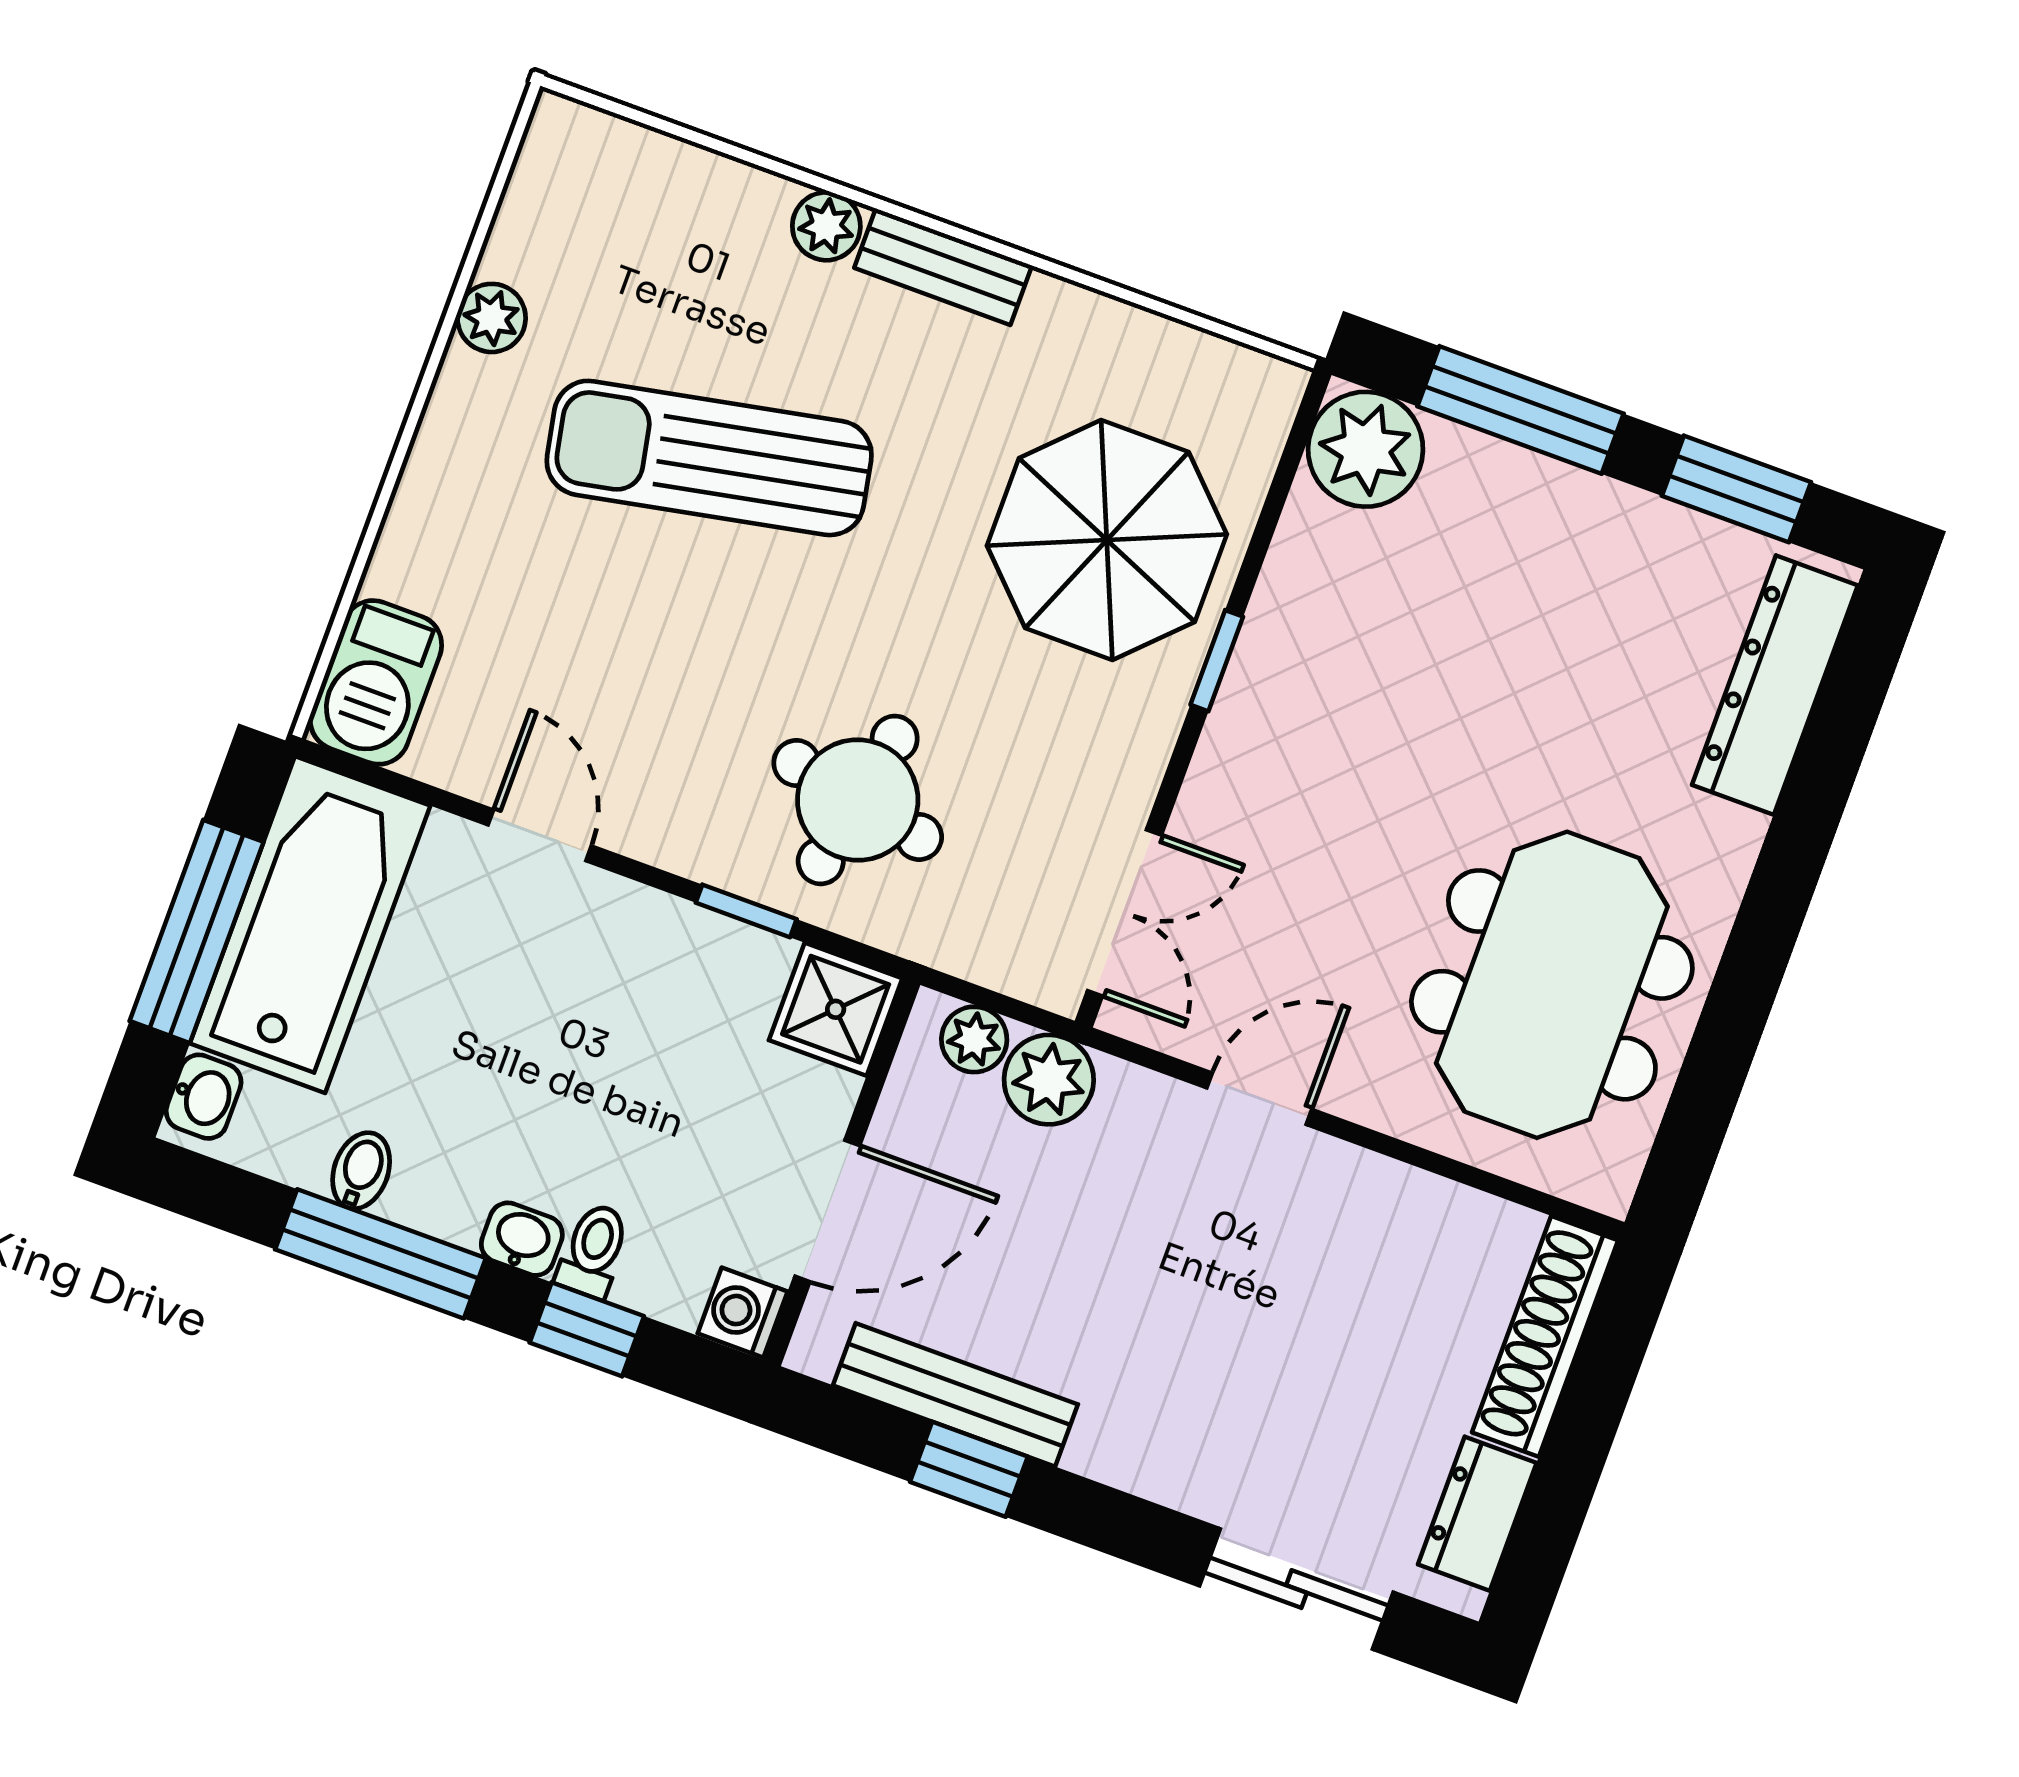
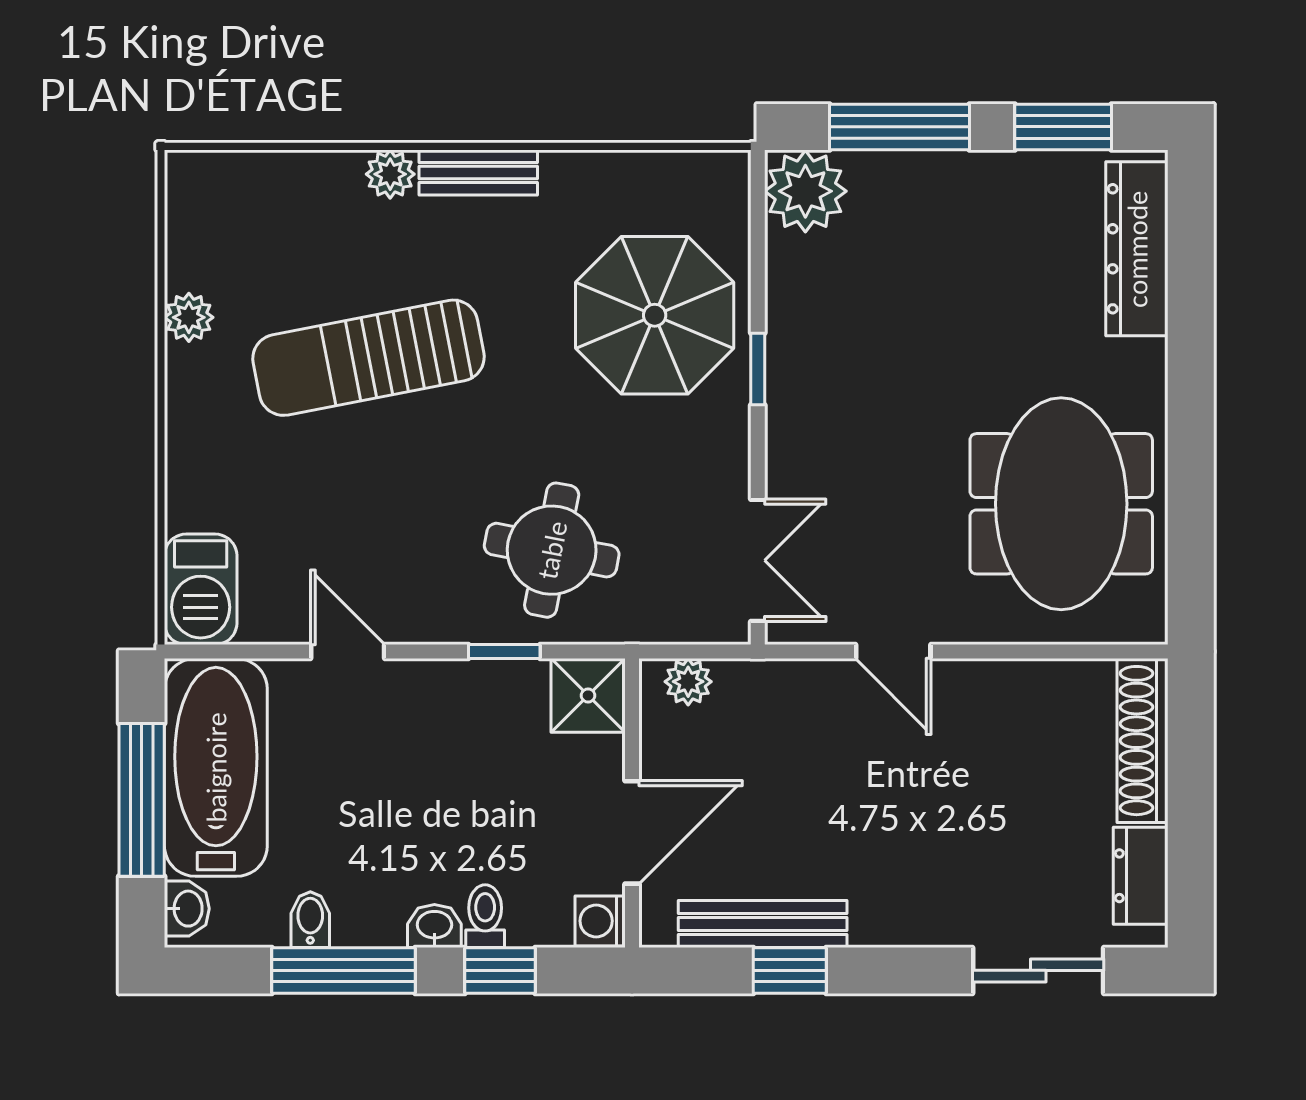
plant: (1049, 1080) -> (748, 690), removed
door: (1259, 1099) -> (893, 652), swing flipped

